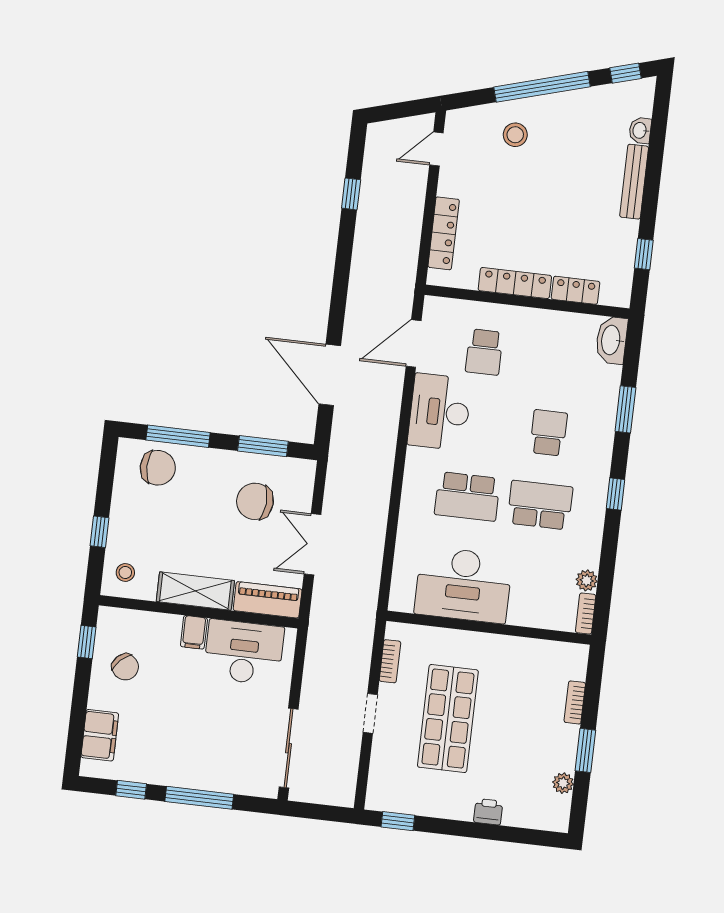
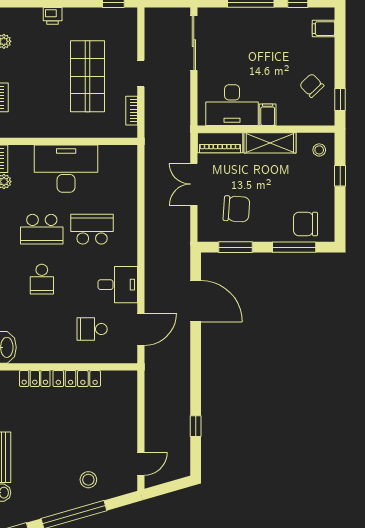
locker: (444, 233) -> (129, 407), removed
school desk: (484, 352) -> (92, 329), turned -90
desk: (440, 412) -> (118, 285), width x0.73
double door: (313, 544) -> (194, 184), swing flipped
desk: (463, 585) -> (66, 169), moved
filing cabinet: (100, 735) -> (324, 29), width x0.50

